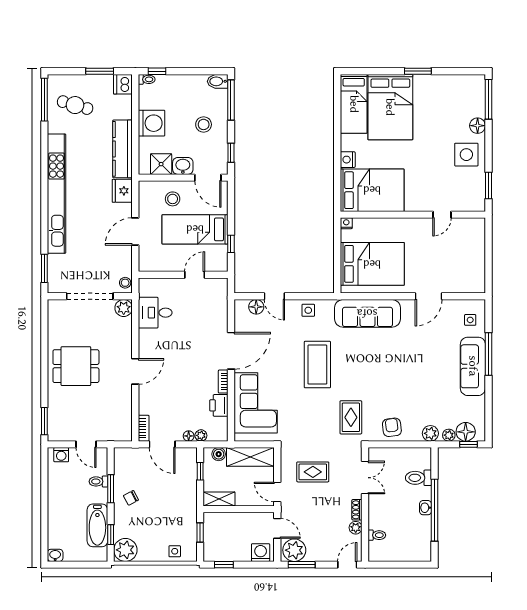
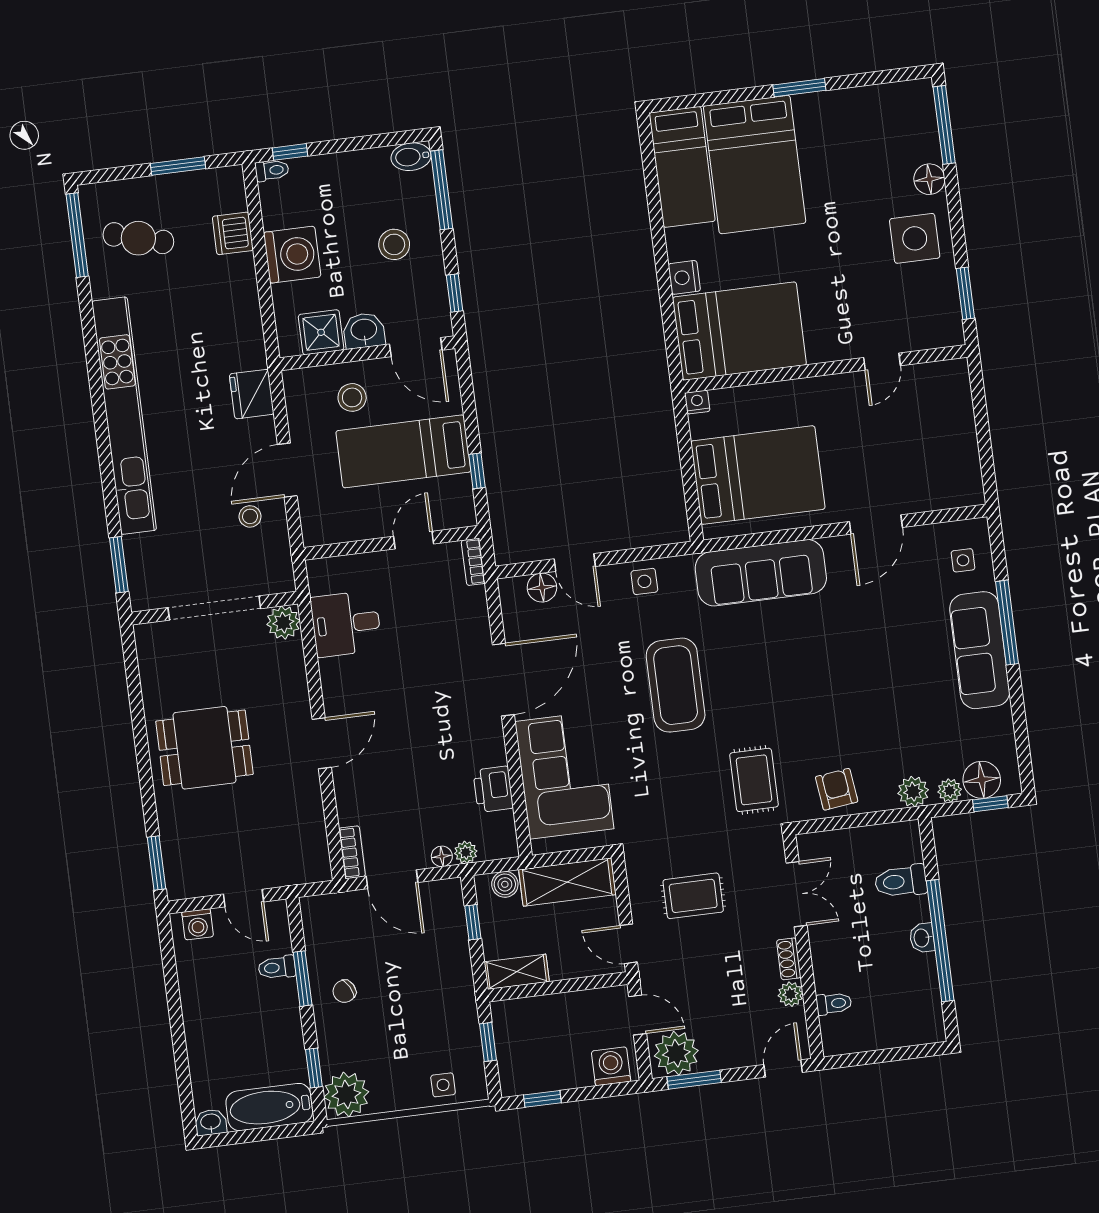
dishwasher: (123, 84) -> (233, 233), moved
kitchen counter: (123, 149) -> (242, 312), removed
stool: (125, 283) -> (250, 516), moved
bookcase: (223, 382) -> (473, 562), moved
bathtub: (97, 525) -> (269, 1107), moved, turned 90

